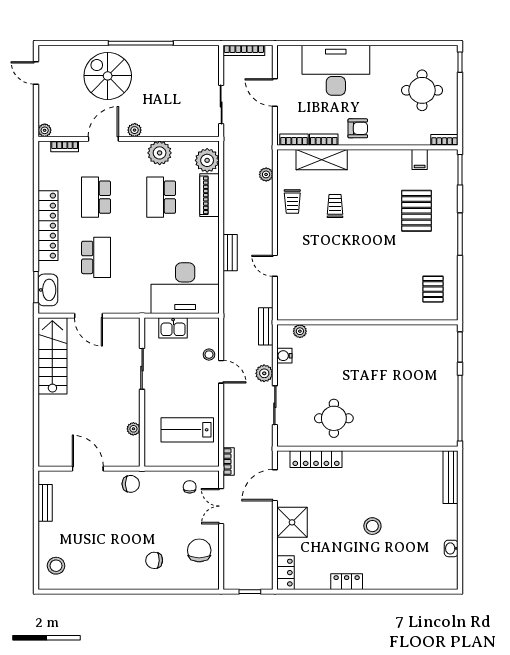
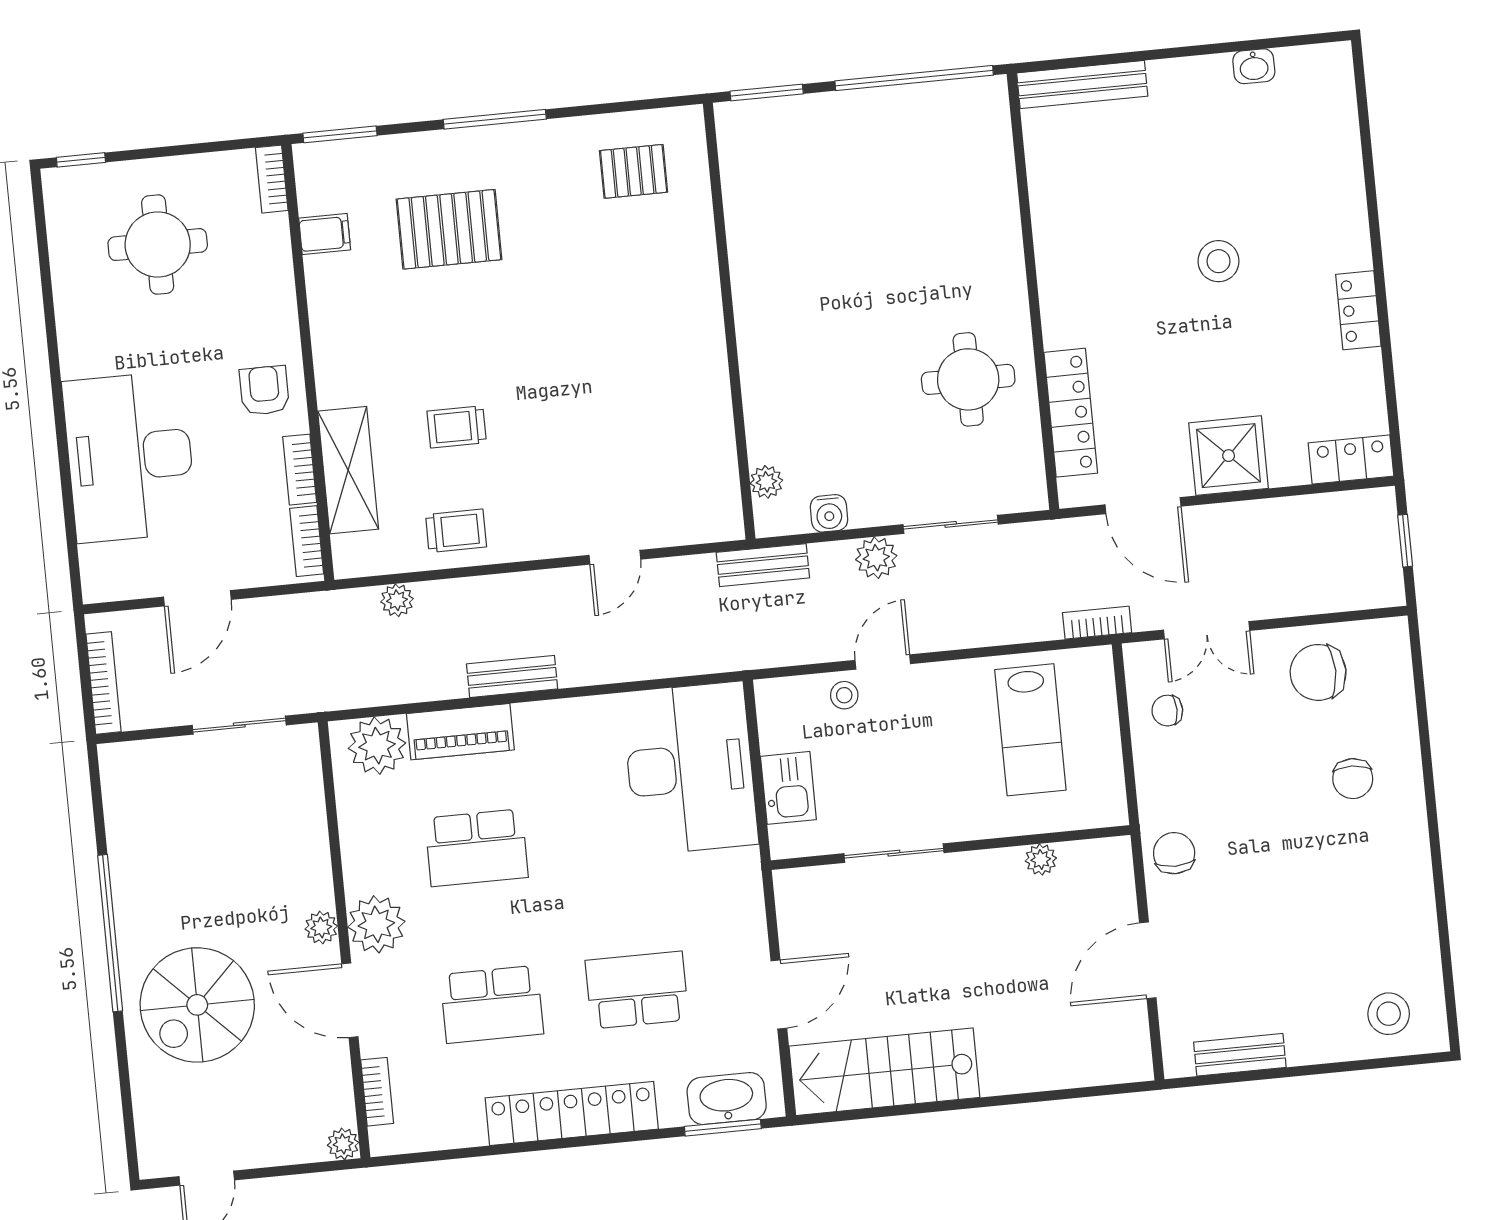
plant: (160, 153) -> (376, 924), moved
bench: (230, 253) -> (512, 676), moved

